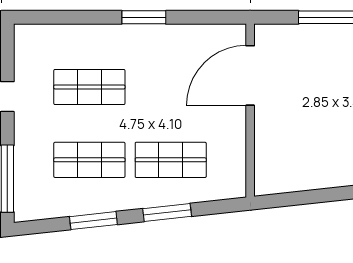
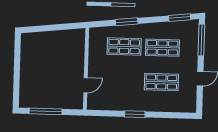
door: (250, 75) -> (86, 85), width x0.53
window: (93, 221) -> (180, 18), moved

